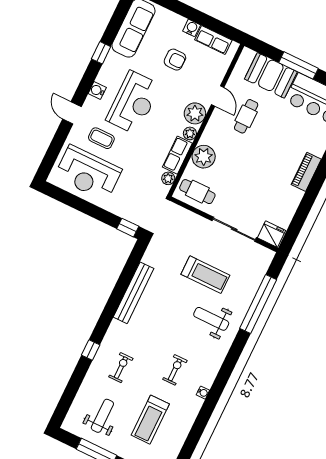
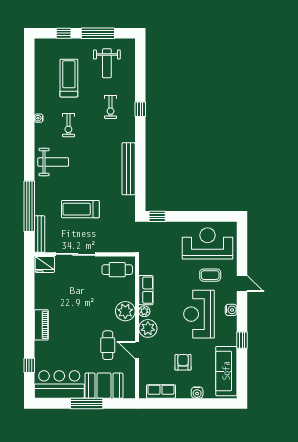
water cooler: (192, 28) -> (197, 393), moved
armchair: (175, 60) -> (183, 362), turned 90
plant: (204, 157) -> (125, 311), moved
plant: (168, 178) -> (144, 269), removed
bench: (261, 269) -> (40, 234), added
weight bench: (211, 319) -> (53, 162), moved

